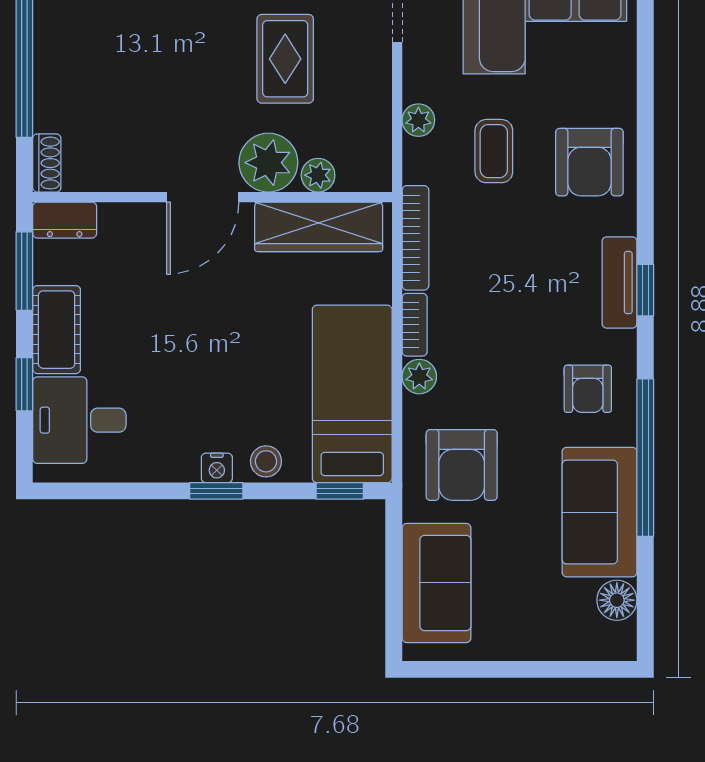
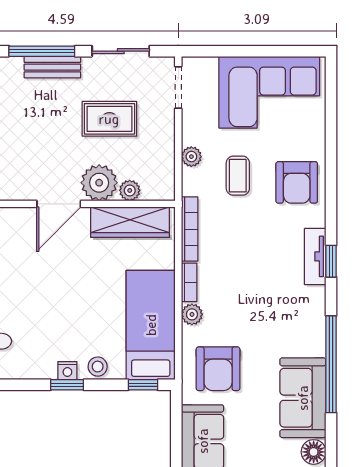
rug: (285, 59) -> (109, 119), turned 90
armchair: (588, 389) -> (296, 322), removed

